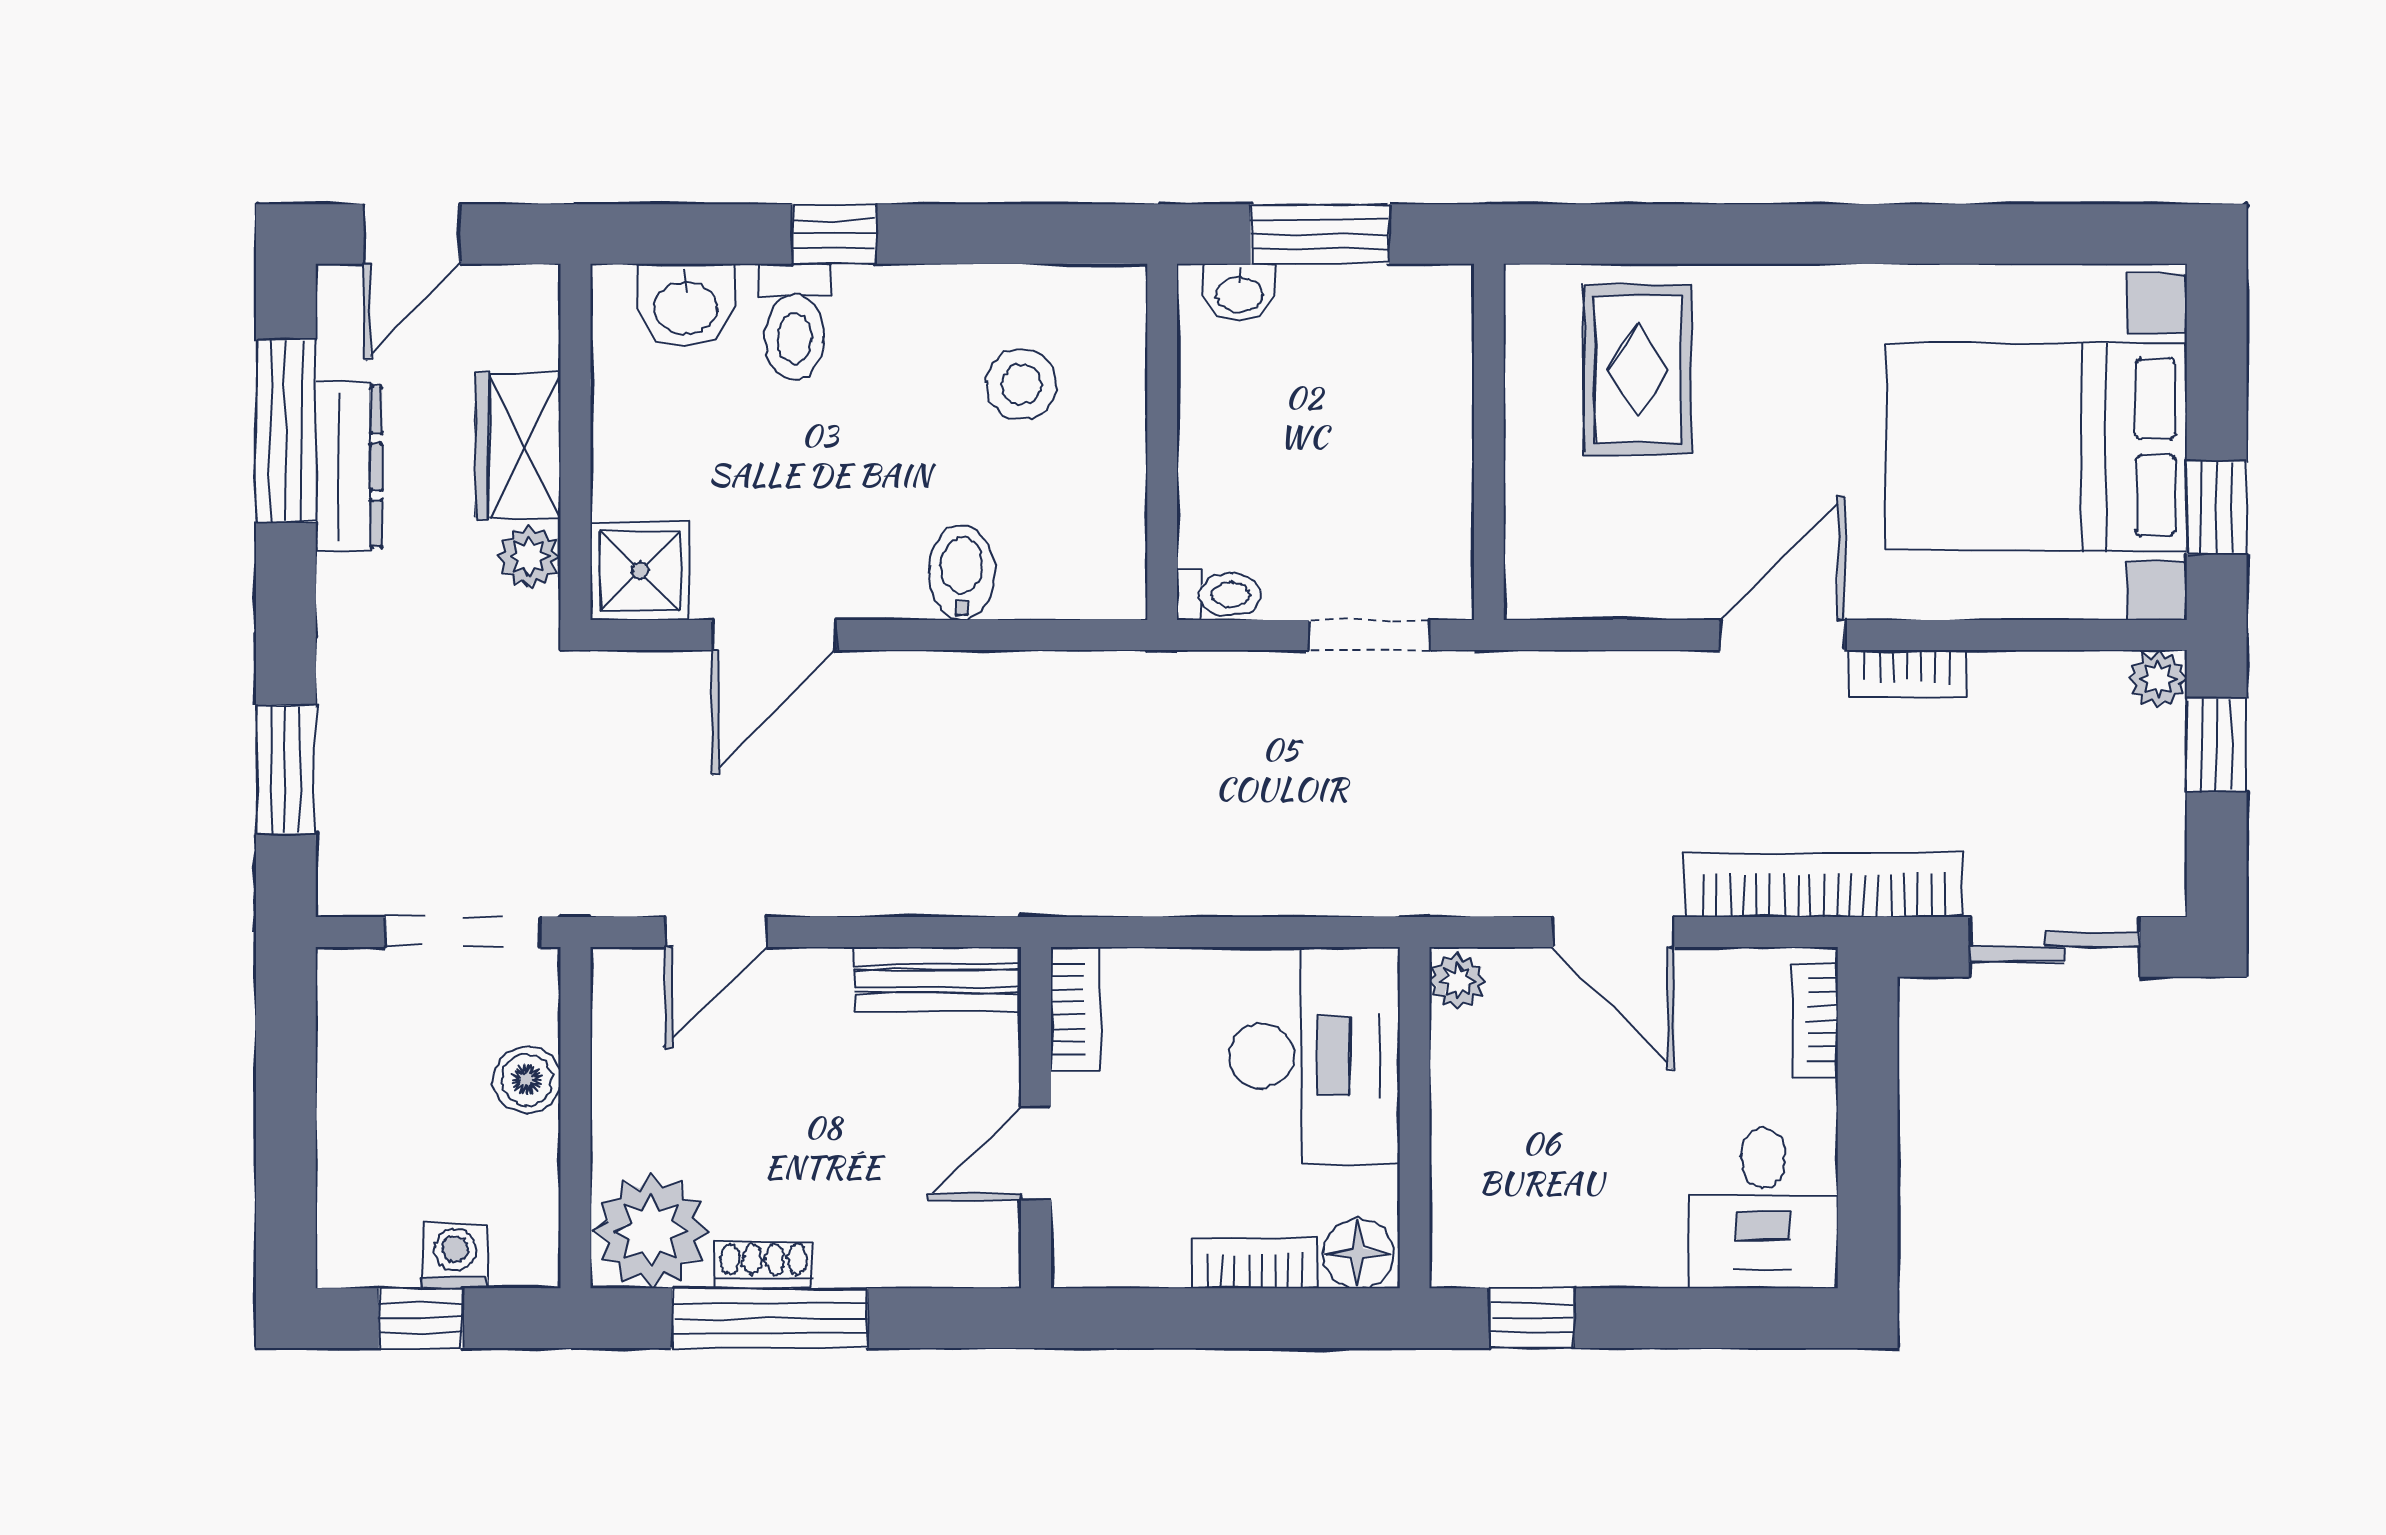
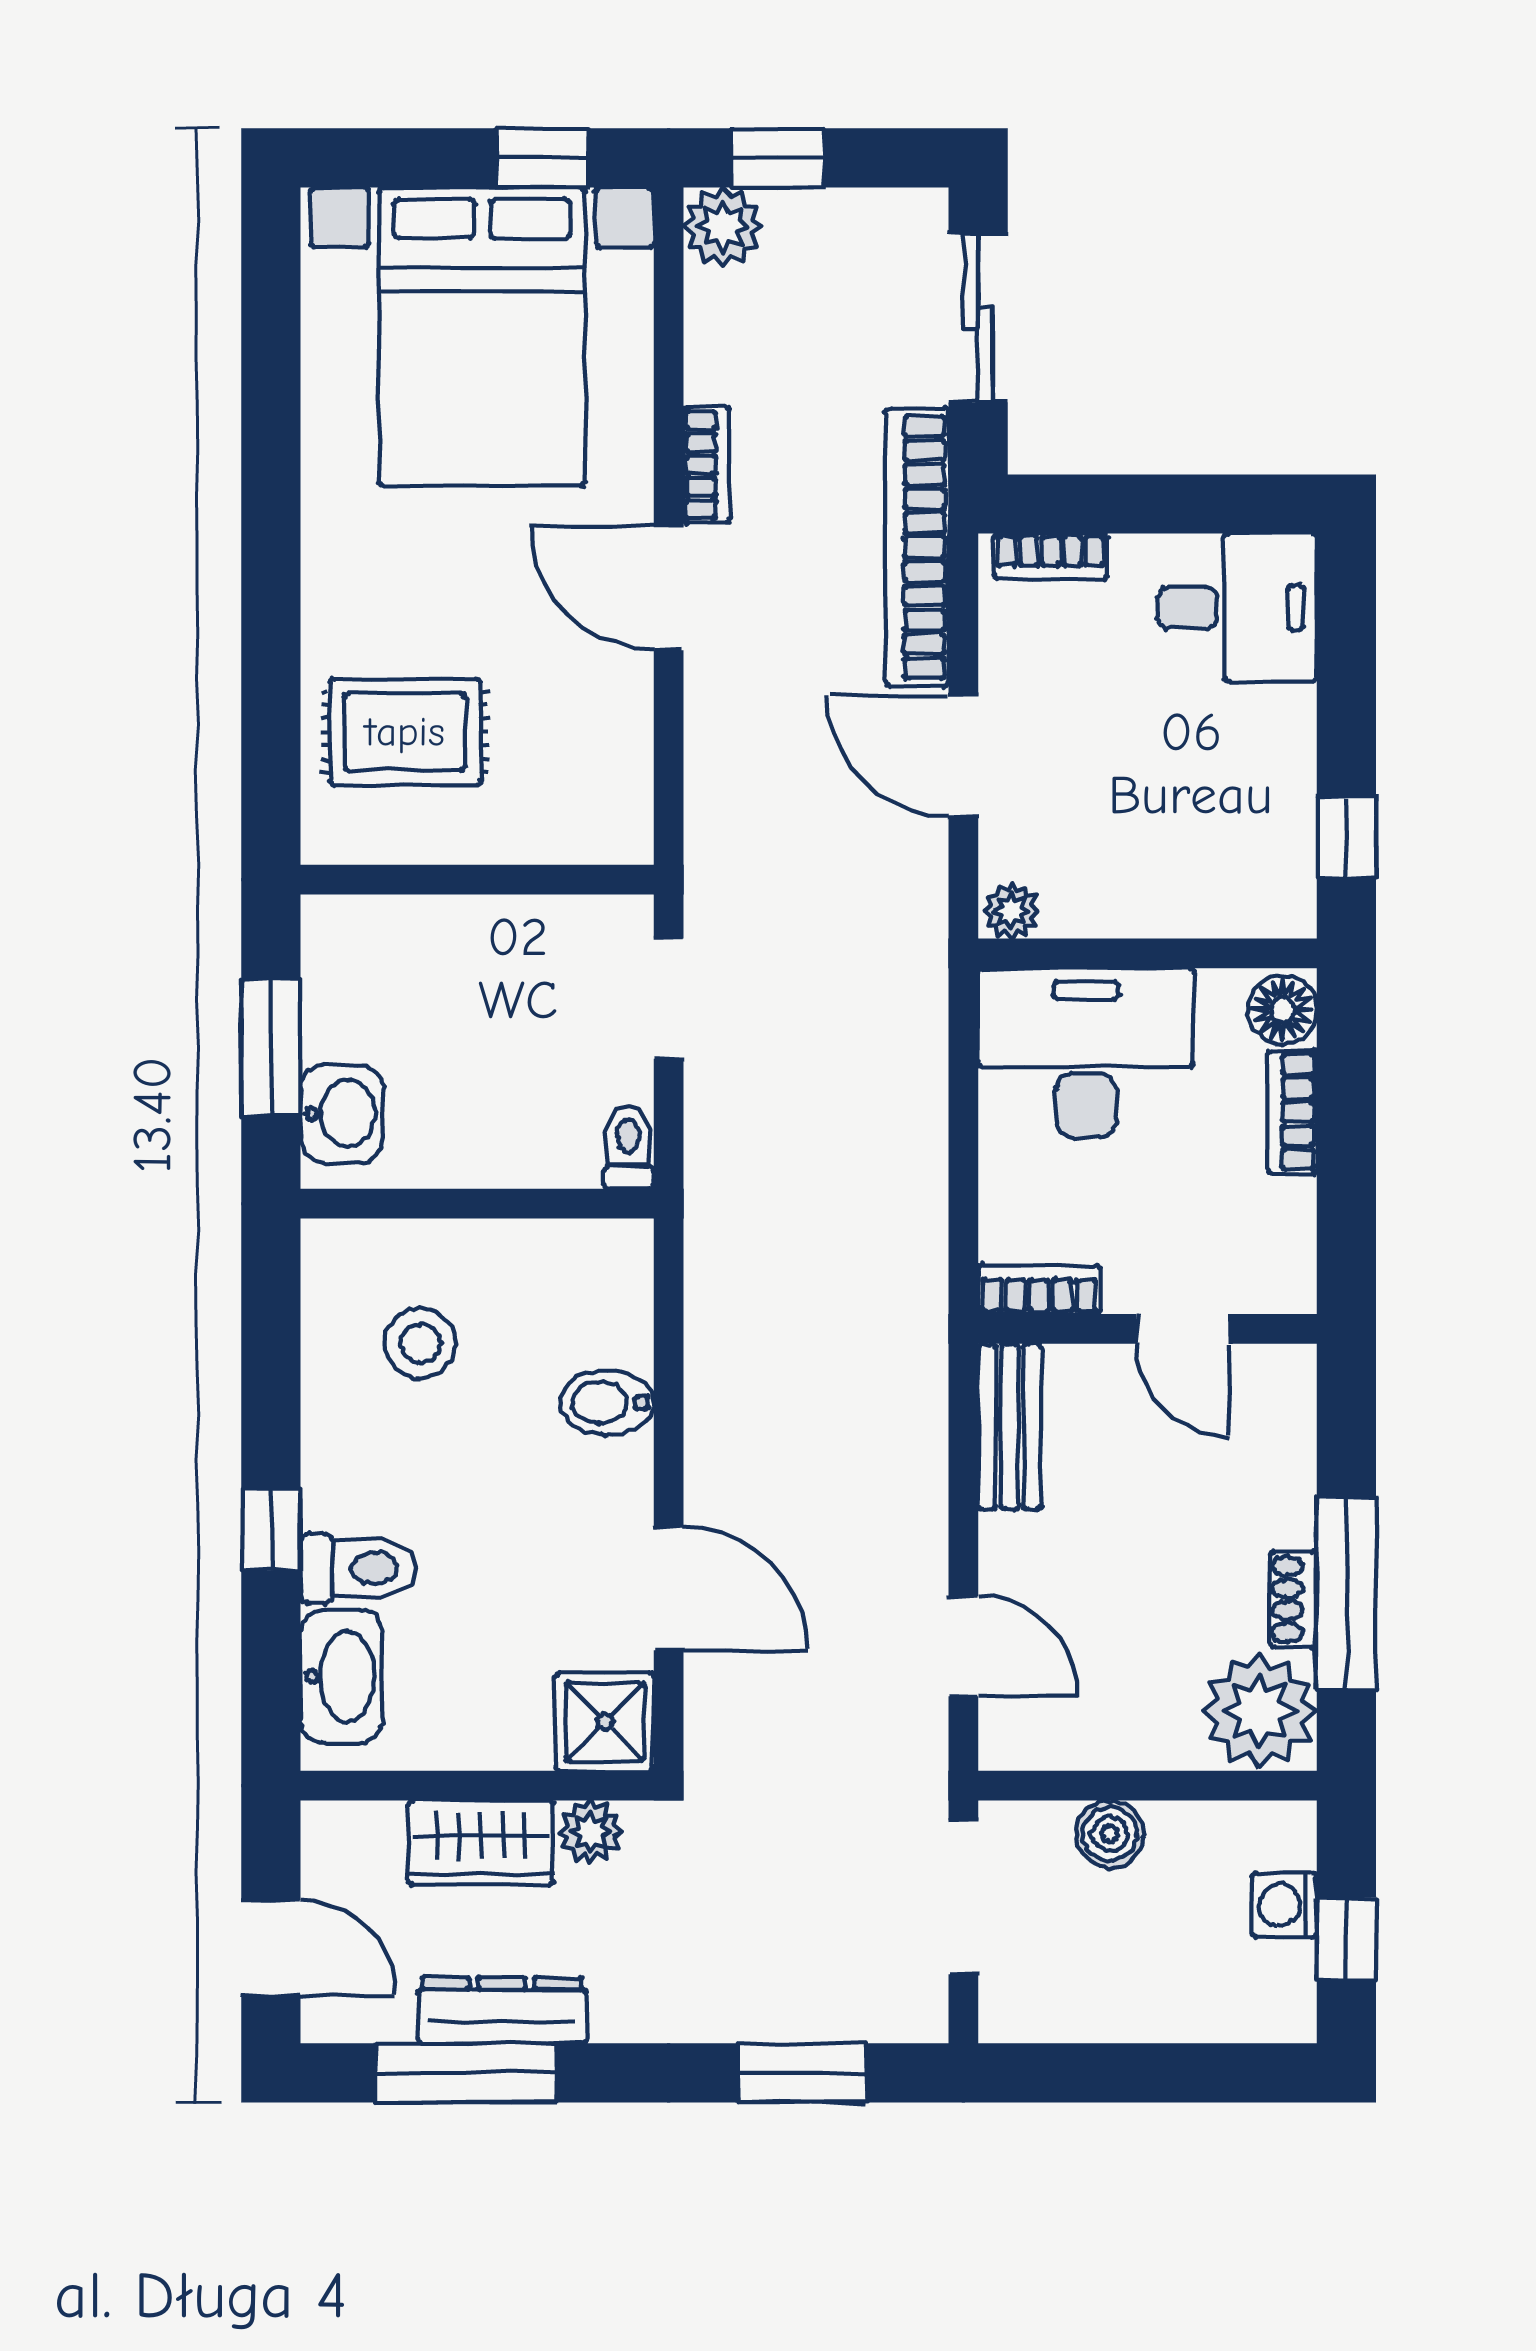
washbasin: (1239, 293) -> (342, 1113), width x1.38, depth x1.45
washbasin: (686, 305) -> (341, 1676), width x1.38
plant: (2158, 679) -> (723, 227), width x1.38, depth x1.38
door: (1614, 932) -> (963, 756), swing flipped

